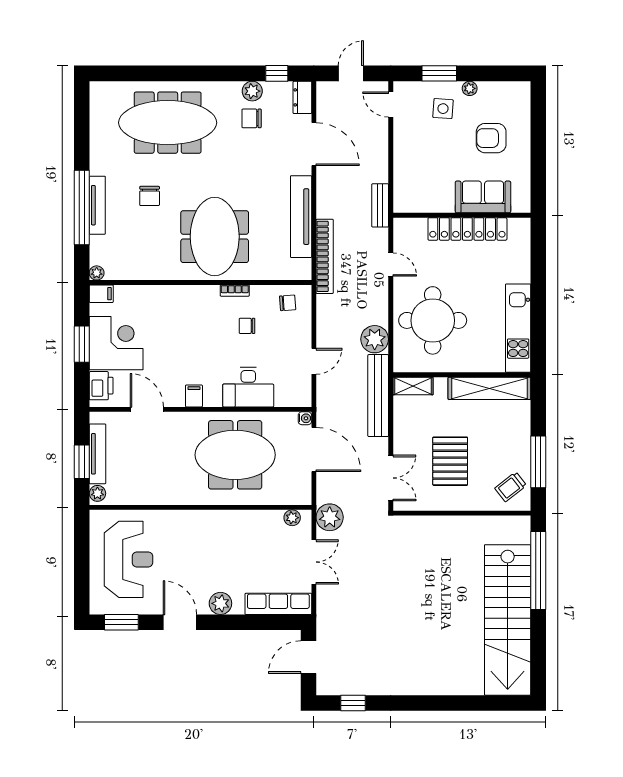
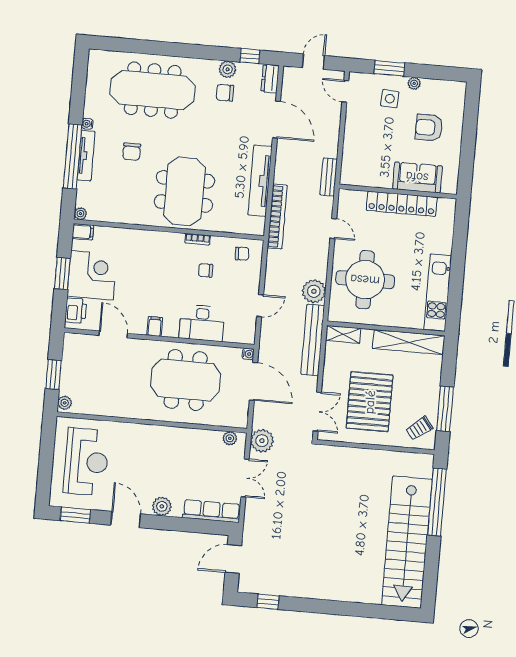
water cooler: (96, 168) -> (87, 124), added
tv unit: (98, 454) -> (68, 369), removed
pallet: (450, 461) -> (370, 402), width x1.37, depth x1.41

